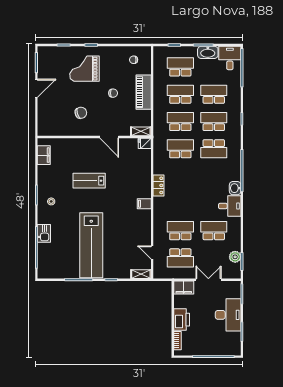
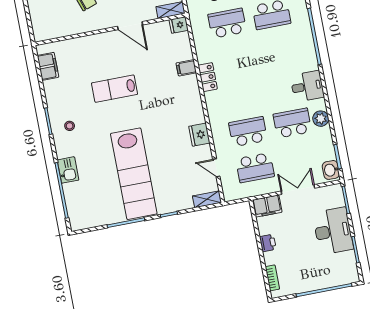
washbasin: (235, 188) -> (331, 170), moved
filing cabinet: (144, 204) -> (186, 68), moved
fridge: (144, 226) -> (199, 135), added
plant: (235, 257) -> (321, 119), moved
printer: (182, 320) -> (268, 243), width x0.53, depth x0.68

